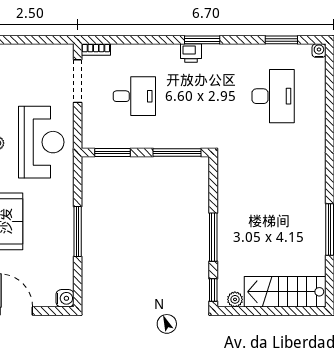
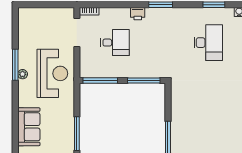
printer: (191, 53) -> (138, 14), moved
window: (113, 153) -> (100, 80), width x1.44

